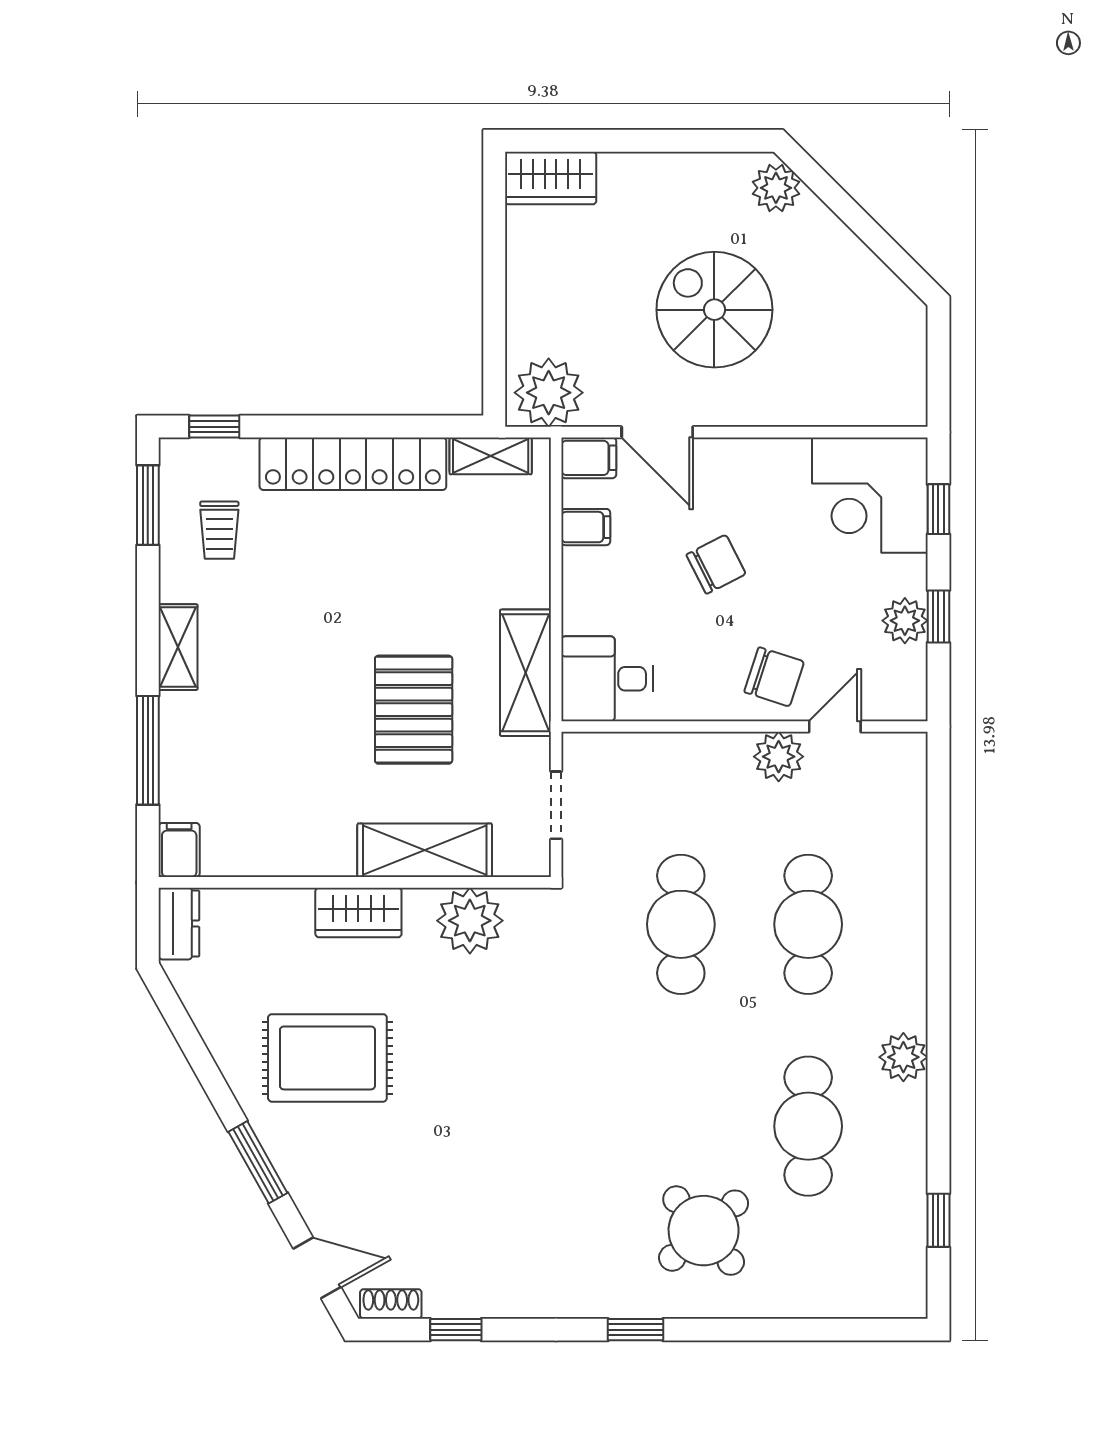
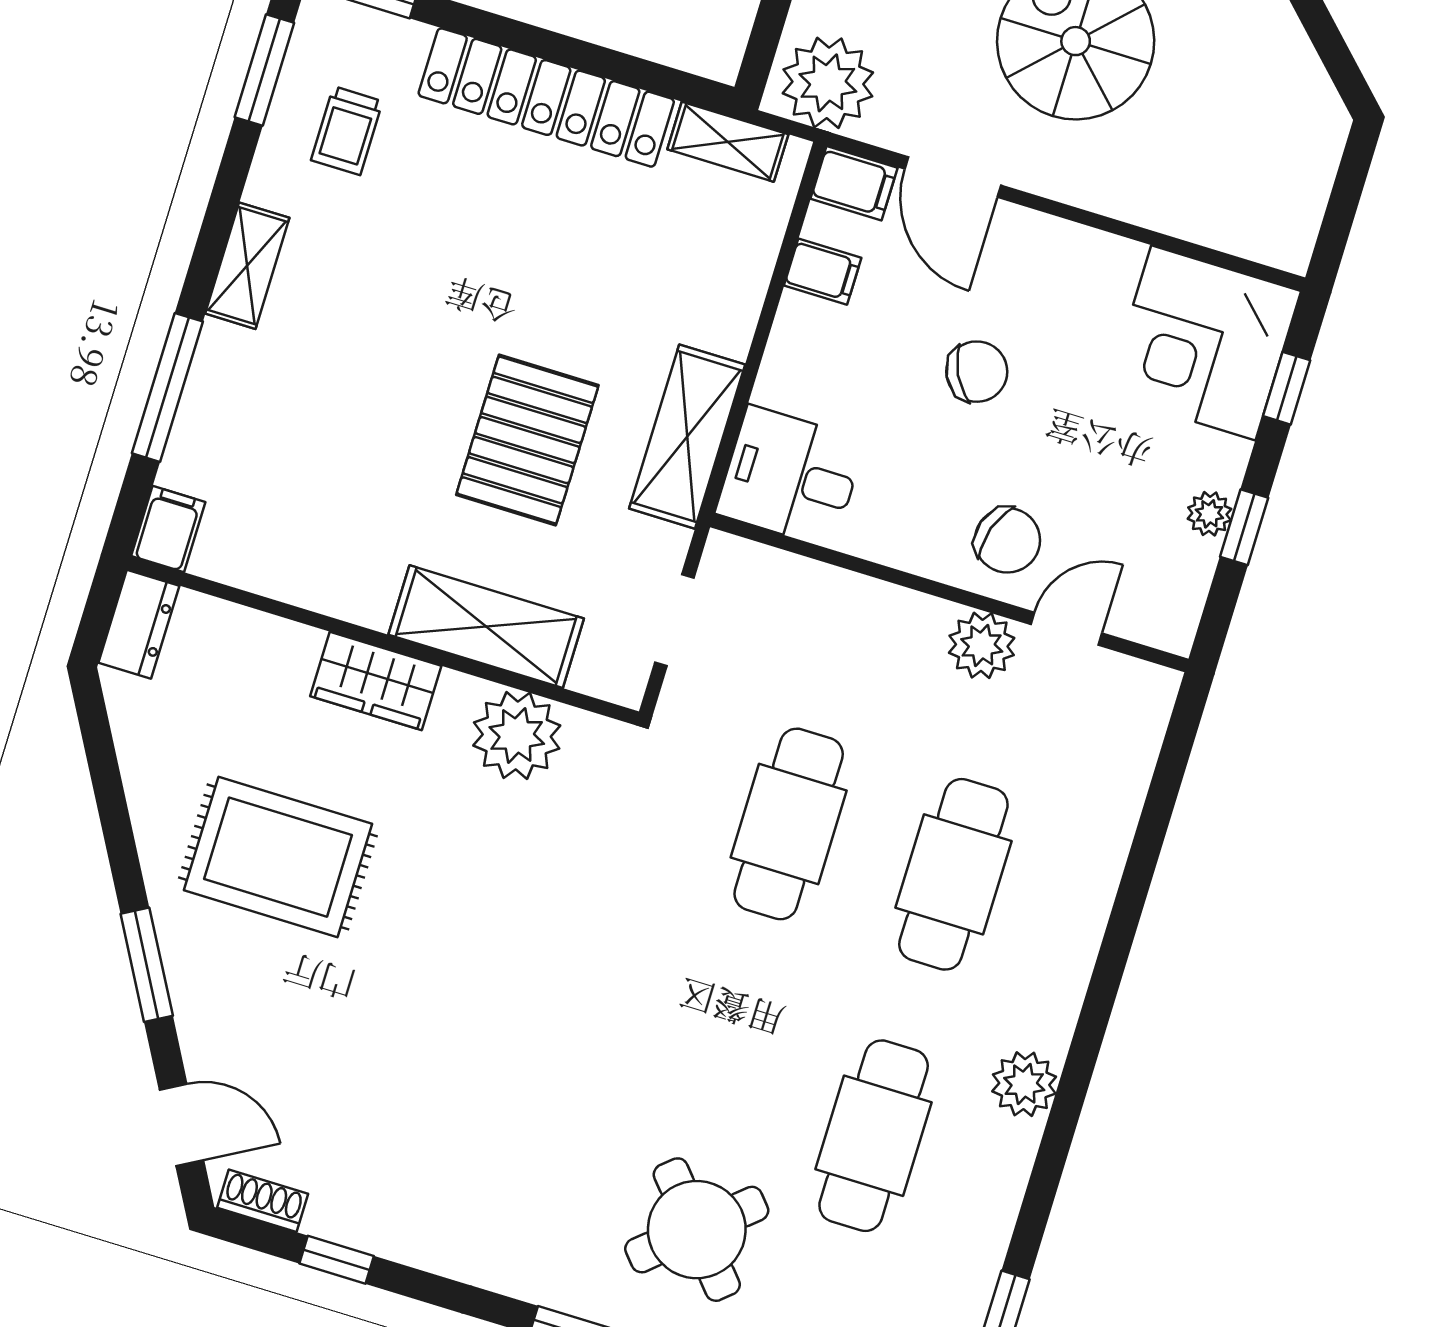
plant: (905, 621) -> (1209, 514), width x0.73, depth x0.73

